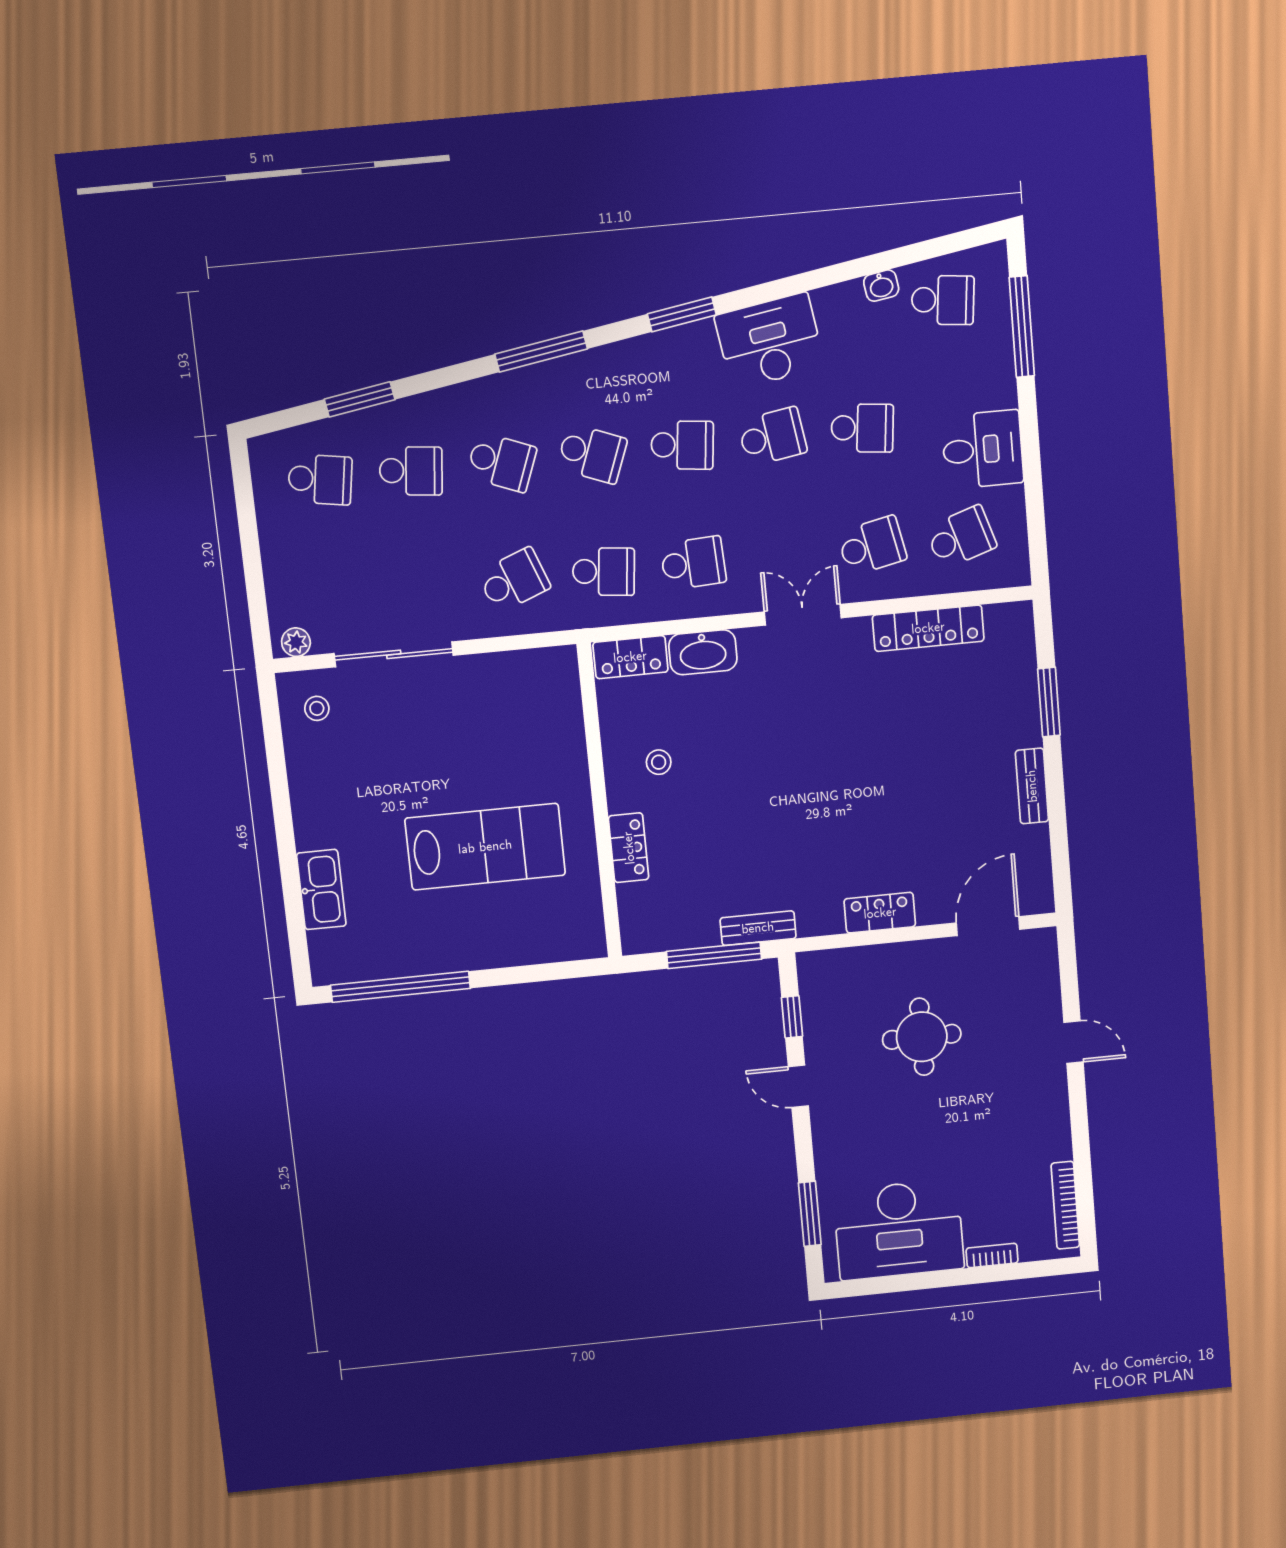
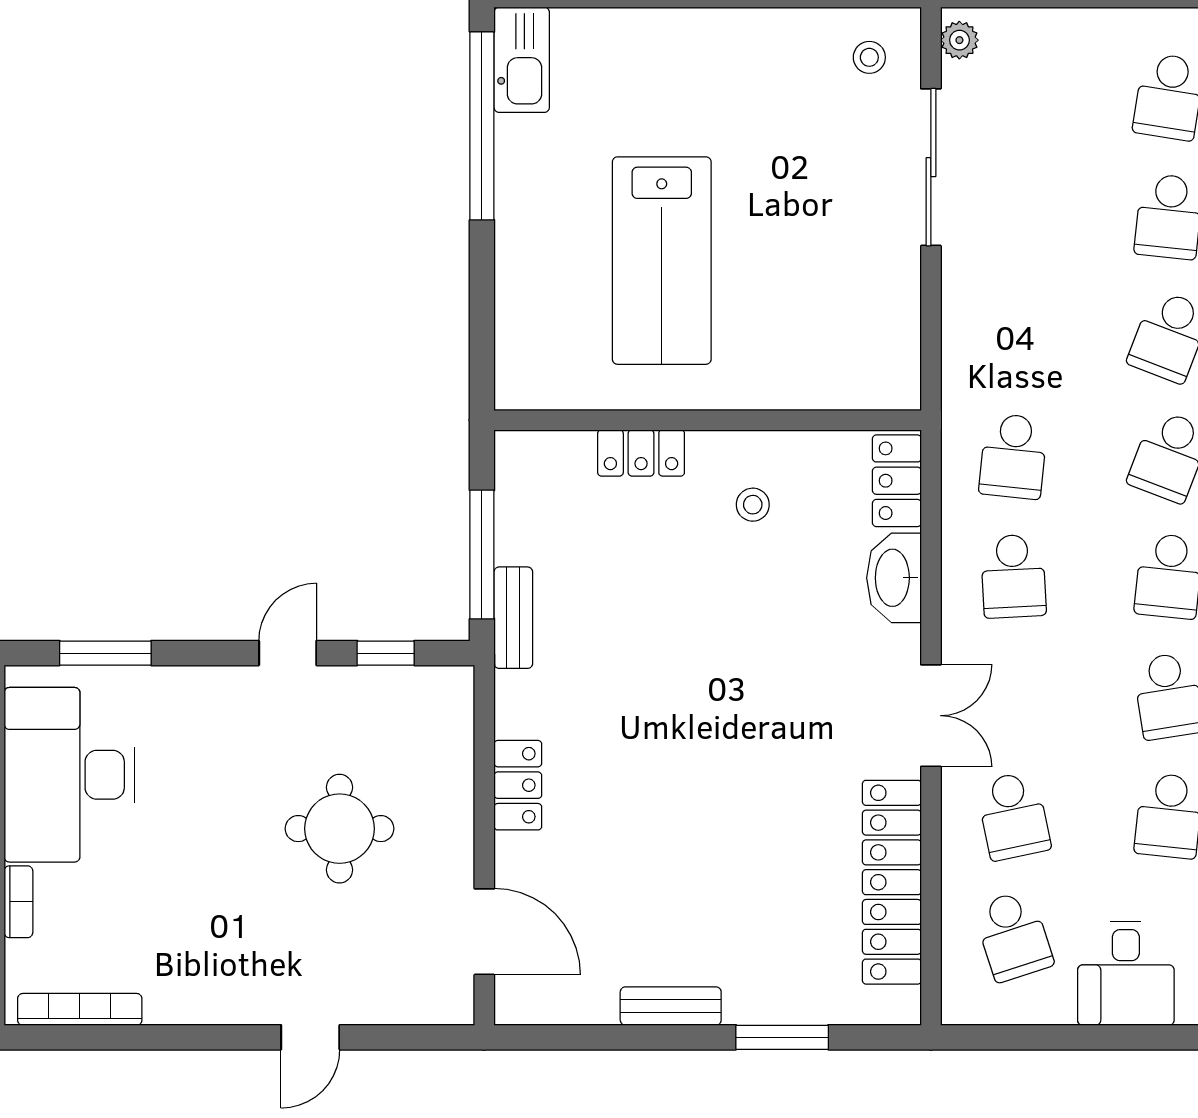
school desk: (514, 580) -> (1013, 336), removed
locker: (928, 628) -> (892, 882), width x1.41, depth x1.21
kitchen sink: (321, 890) -> (522, 60), moved, turned -90

